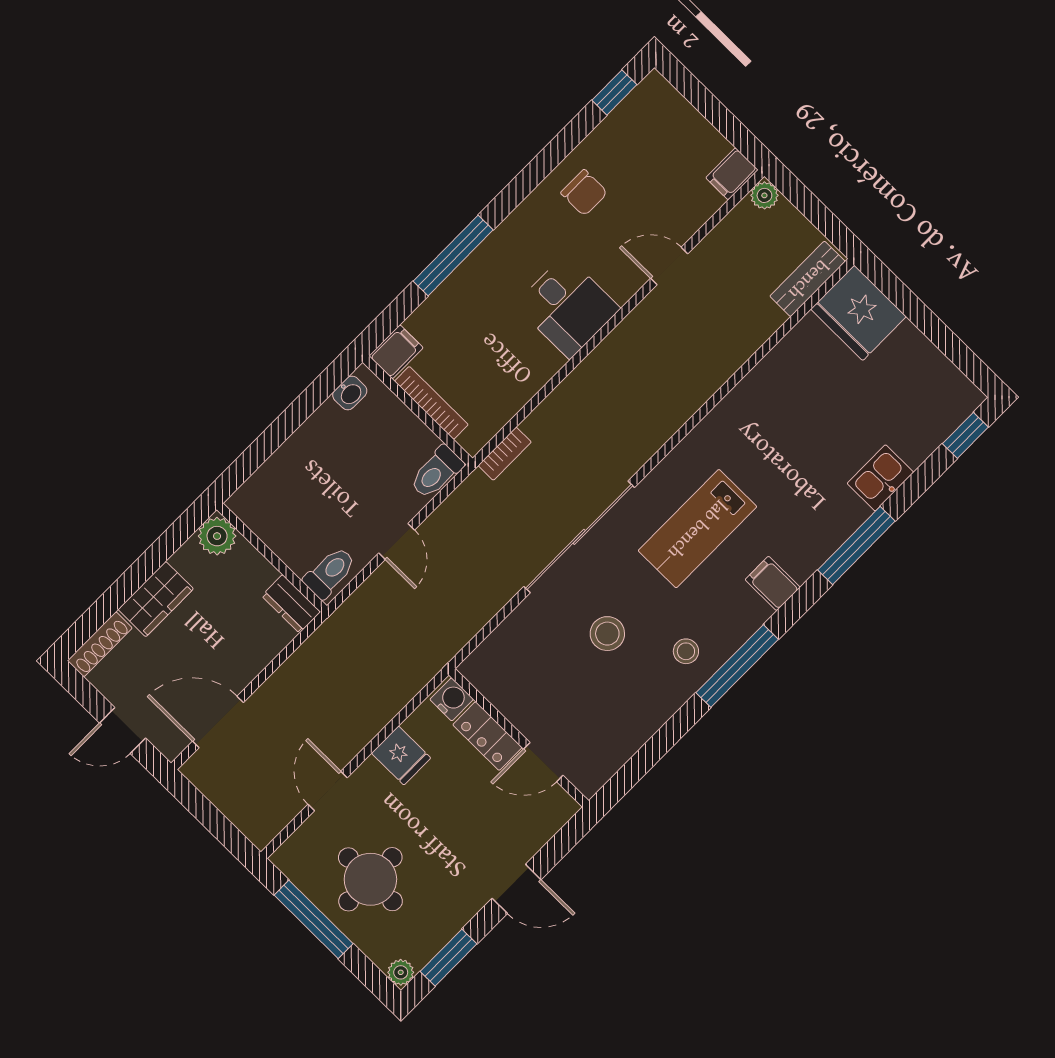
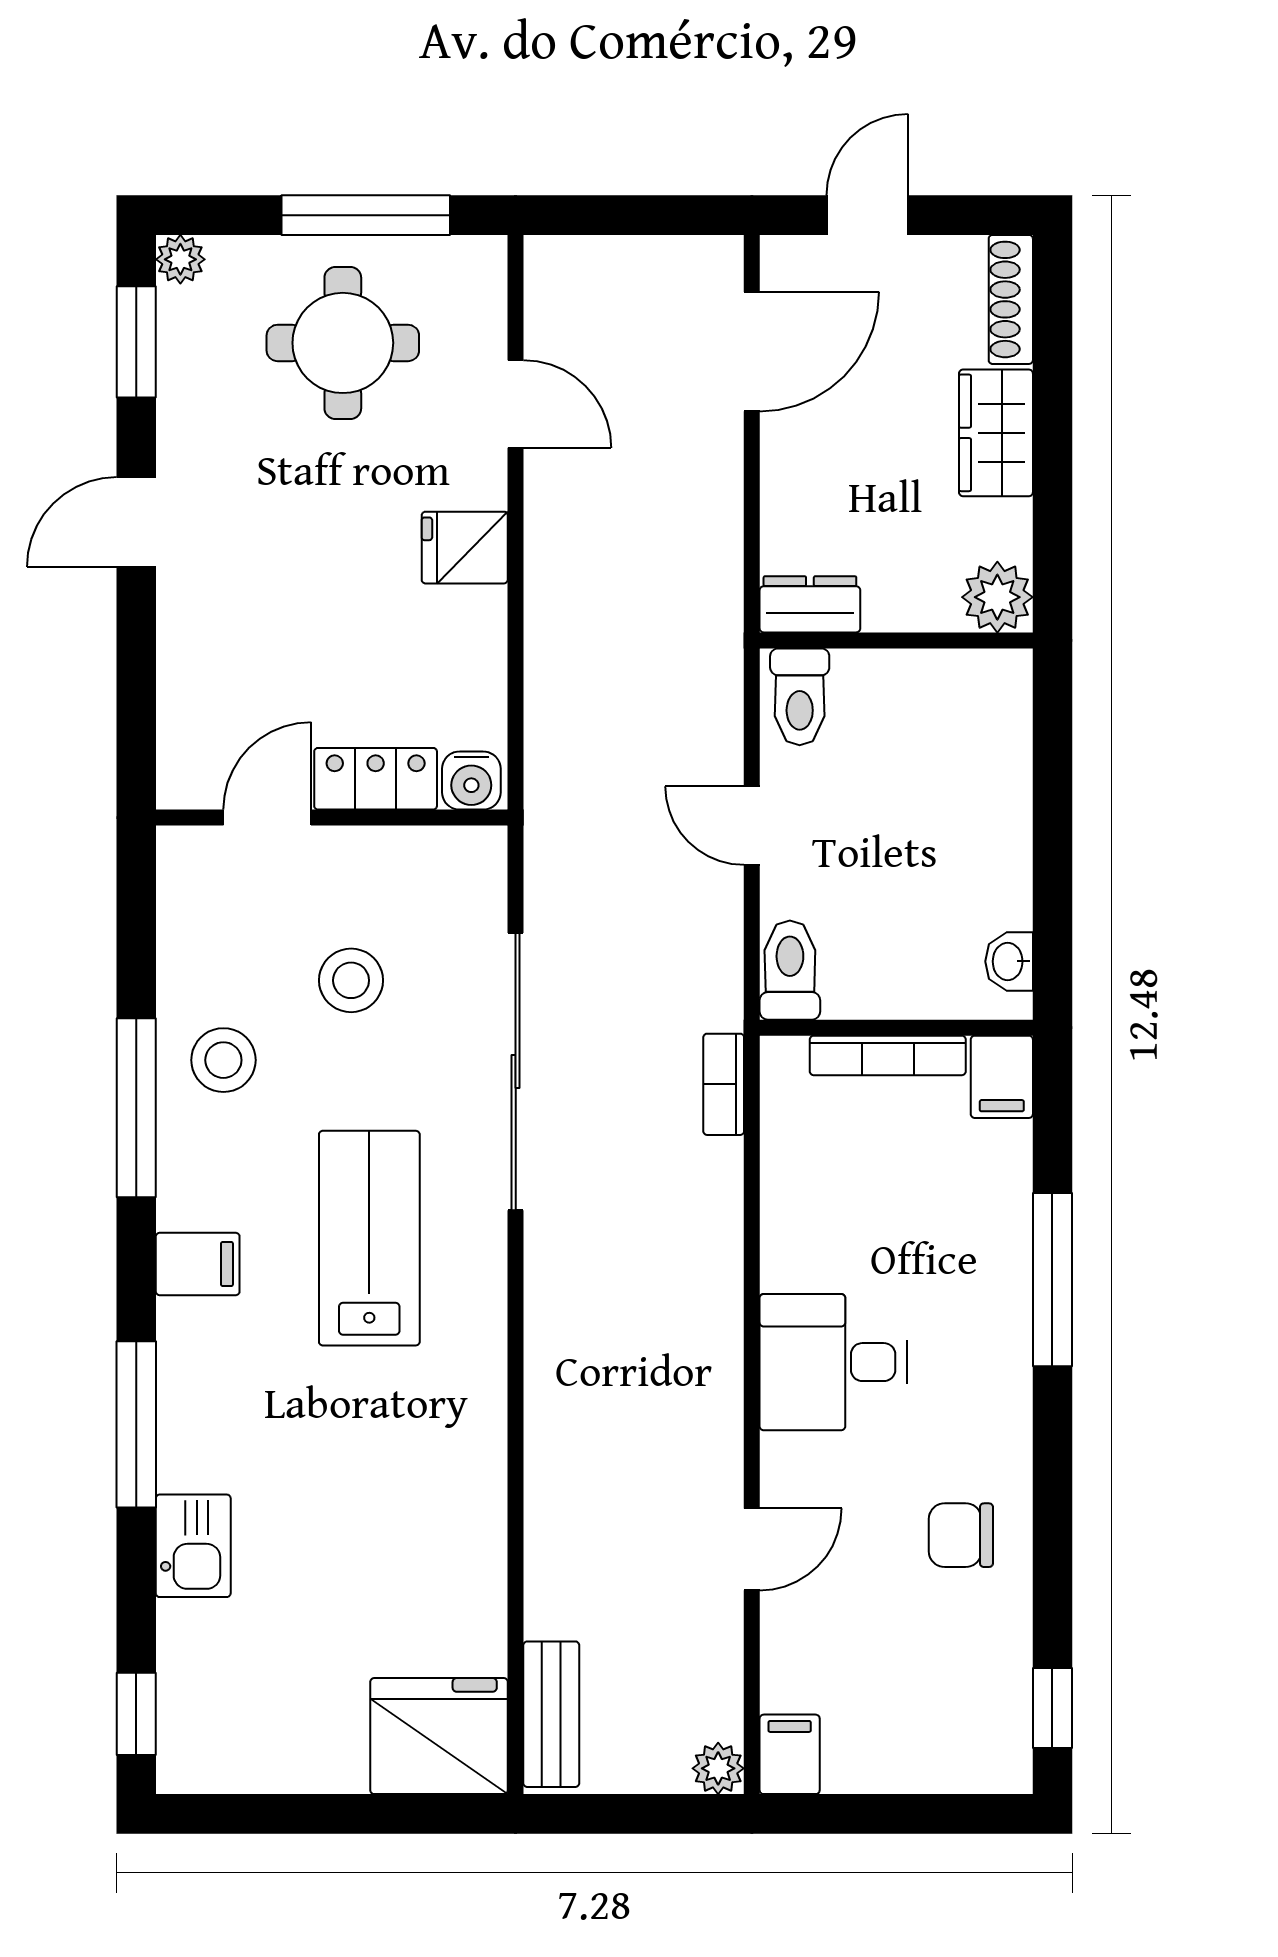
stool: (686, 651) -> (223, 1060), width x1.37, depth x1.37
water cooler: (452, 699) -> (471, 781), moved
locker: (487, 736) -> (376, 779), moved
wall: (519, 738) -> (332, 818), moved
door: (543, 762) -> (267, 818), moved

